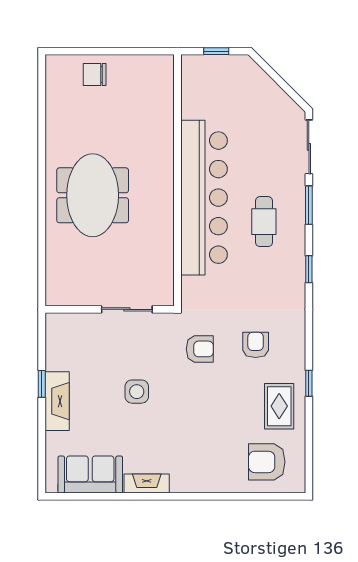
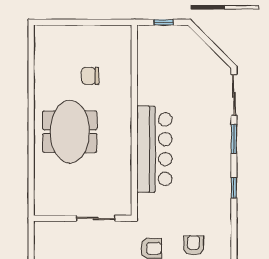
chair: (95, 75) -> (90, 76), moved
bar counter: (204, 198) -> (154, 149), width x0.73
cafe table: (264, 222) -> (200, 152), removed

